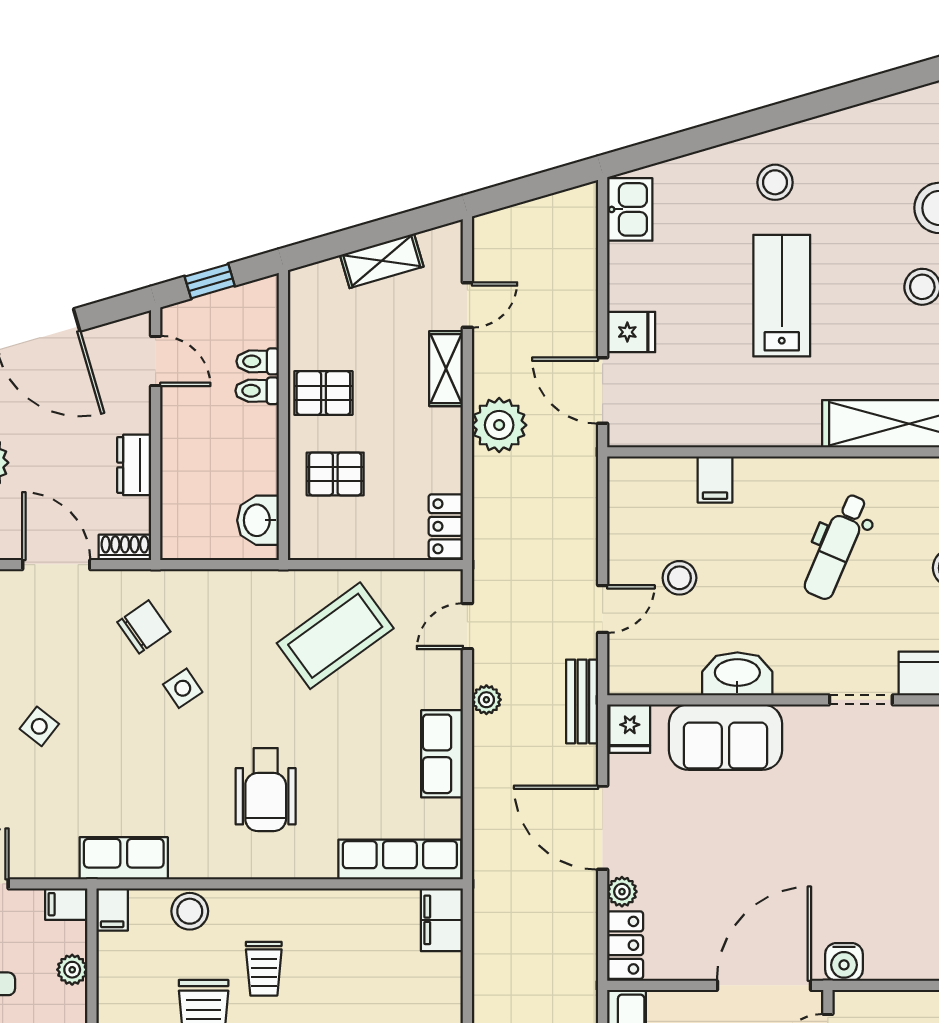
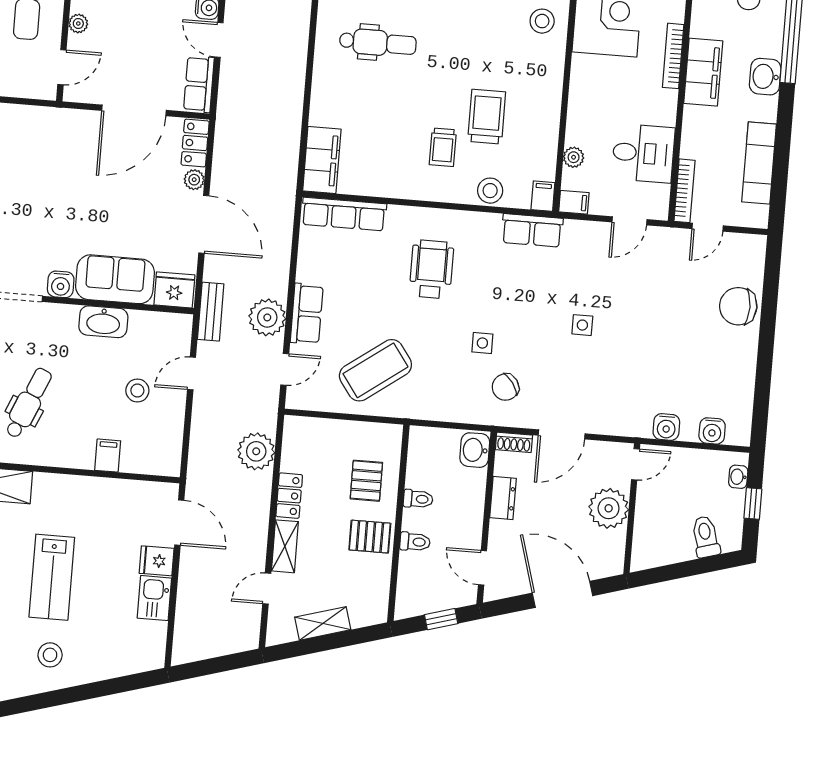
kitchen sink: (630, 209) -> (154, 598), moved
toilet: (258, 361) -> (418, 499), moved
plant: (499, 425) -> (256, 451), moved
pallet: (335, 474) -> (366, 481), turned 90
washbasin: (258, 520) -> (475, 450), moved, turned 180
locker: (446, 526) -> (289, 496), moved
door: (56, 565) -> (562, 434), hinge flipped
side table: (183, 688) -> (482, 343), turned 34
plant: (486, 700) -> (267, 317), width x1.87, depth x1.87
side table: (39, 726) -> (582, 325), turned -38
fridge: (630, 729) -> (174, 290), width x1.38
row of seats: (442, 754) -> (307, 314), moved
filing cabinet: (442, 920) -> (322, 160), width x1.50, depth x1.17
water cooler: (844, 962) -> (61, 284), moved, turned 180
trolley: (264, 969) -> (443, 147), turned 180
door: (764, 985) -> (134, 110), moved

